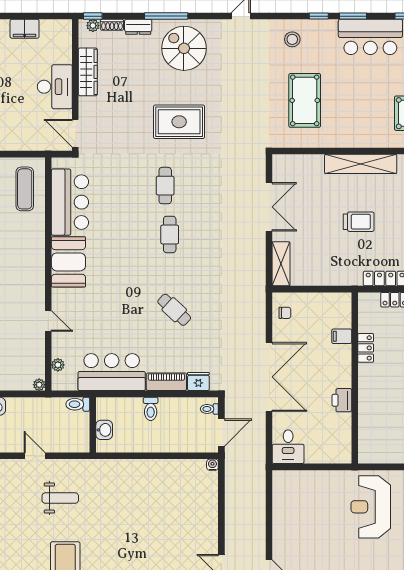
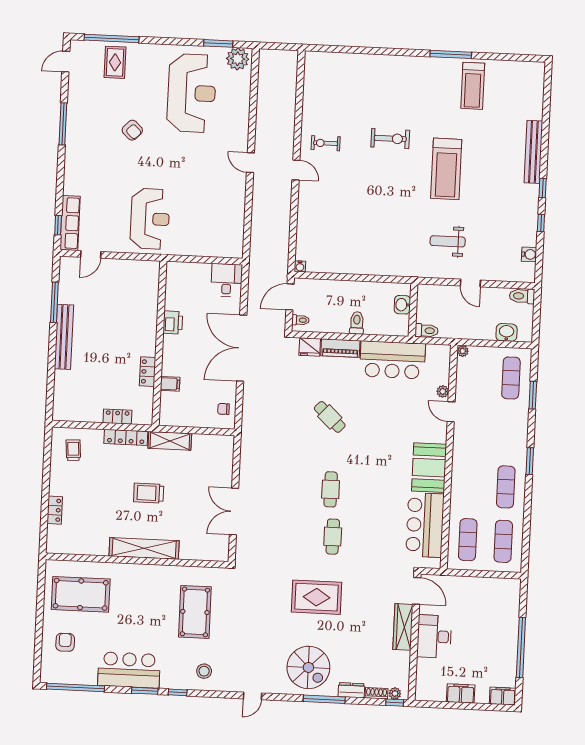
wardrobe: (88, 72) -> (403, 627), moved
shelving: (281, 264) -> (170, 441), moved, turned 90
plant: (58, 365) -> (443, 391), moved

